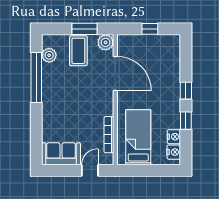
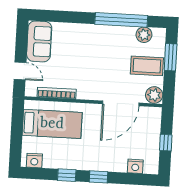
window: (84, 29) -> (171, 57), moved
nightstand: (174, 137) -> (135, 166), moved

